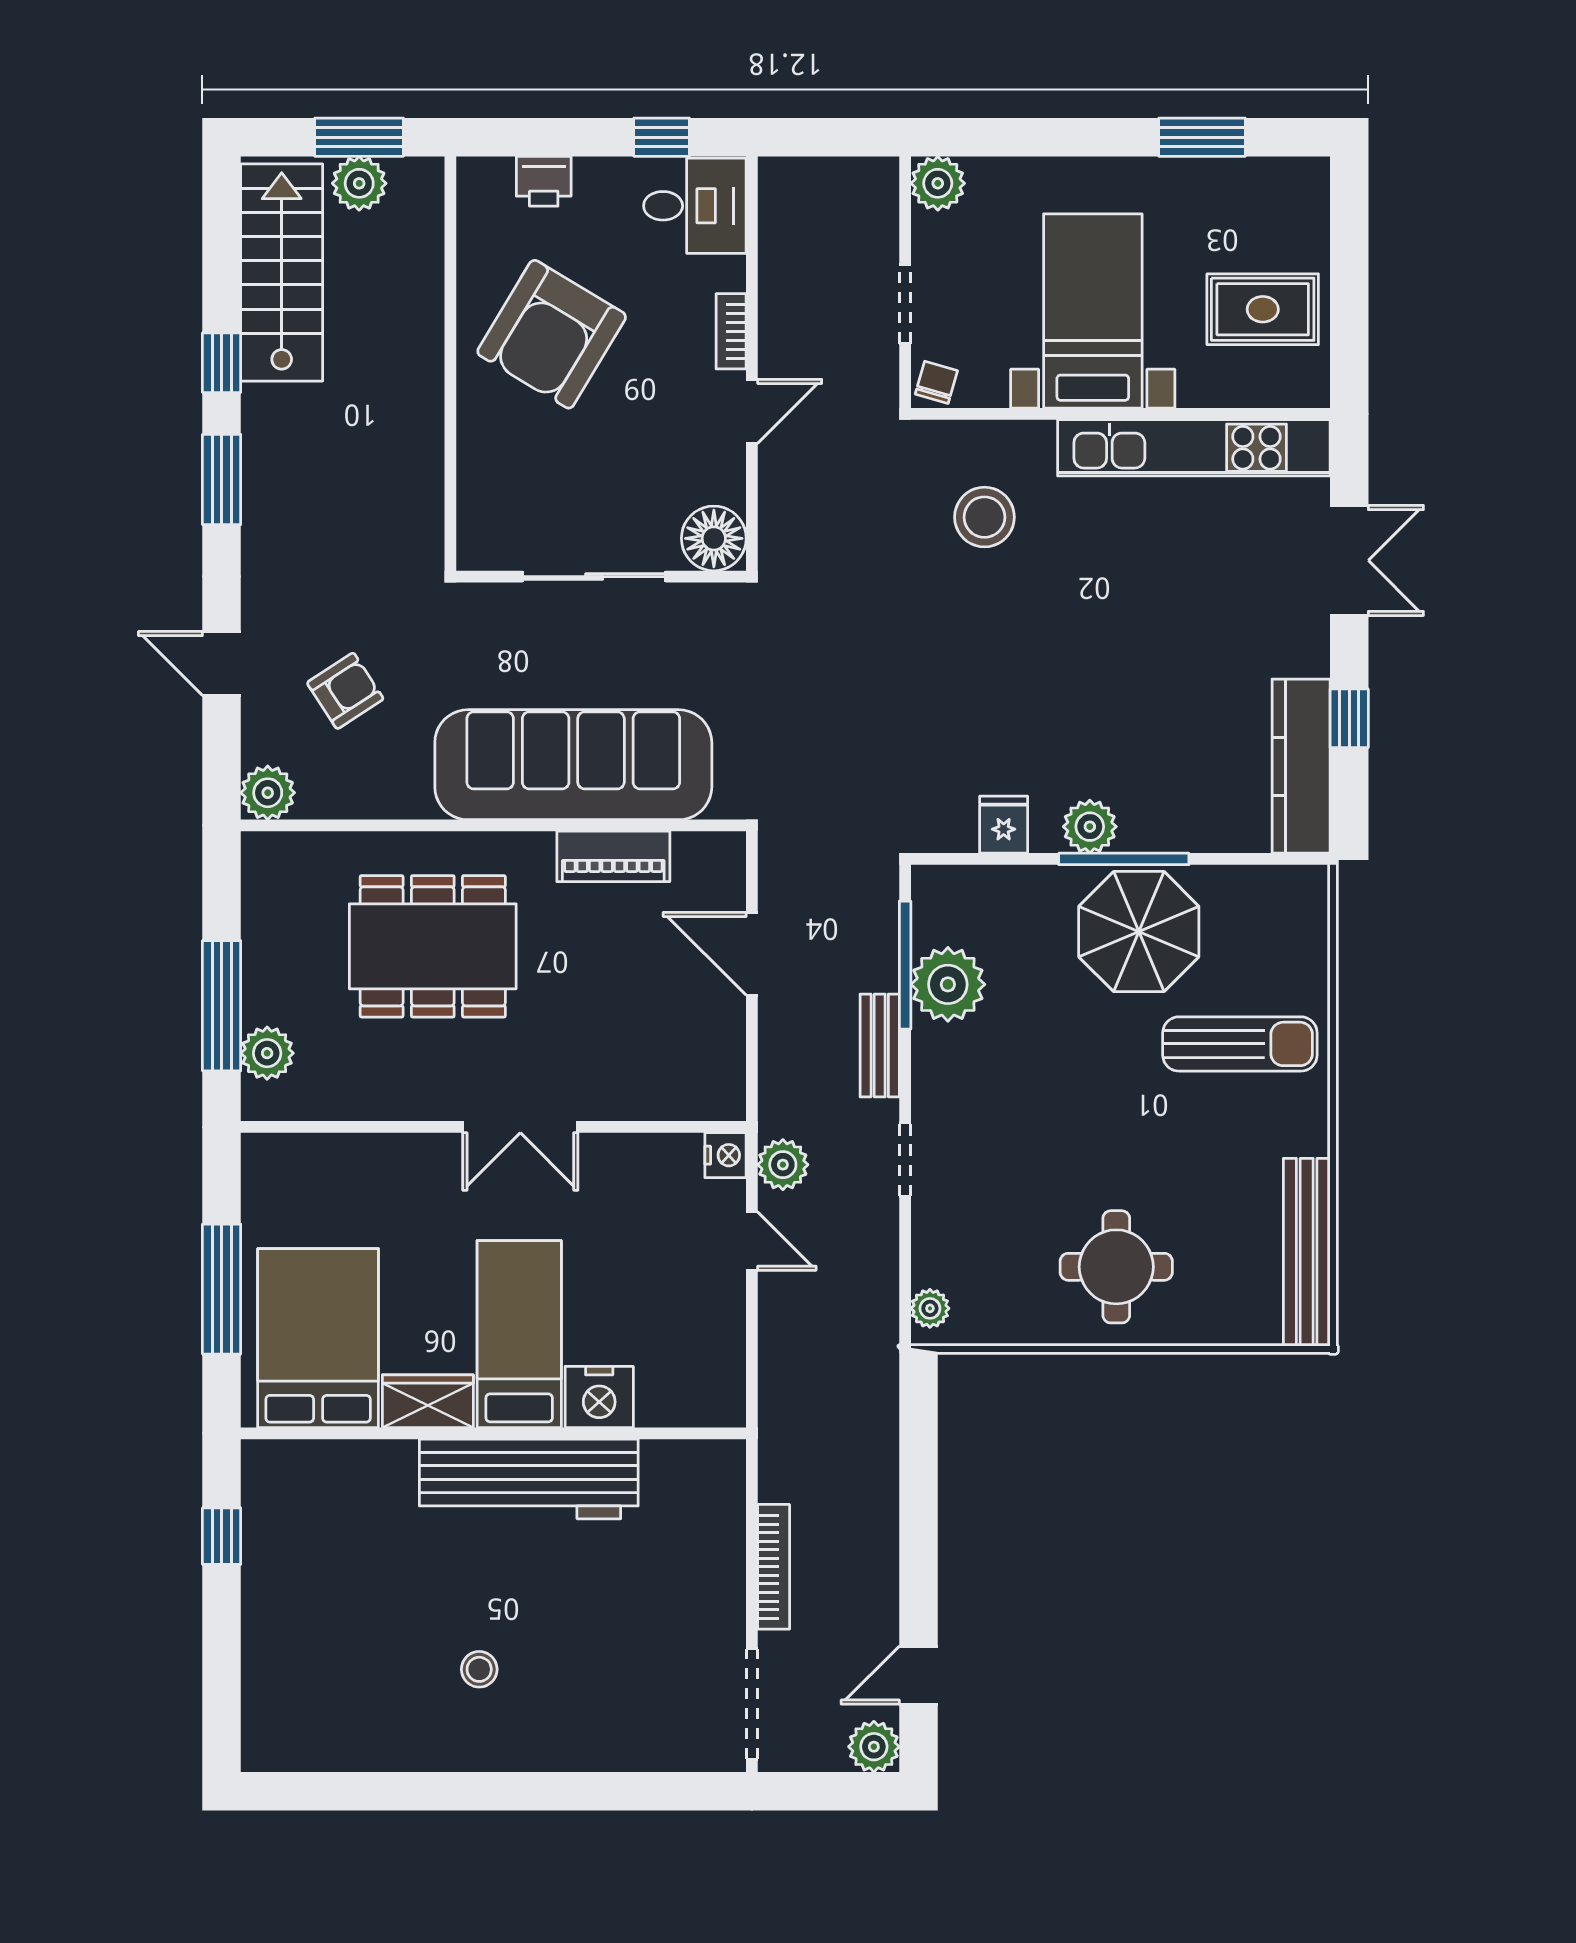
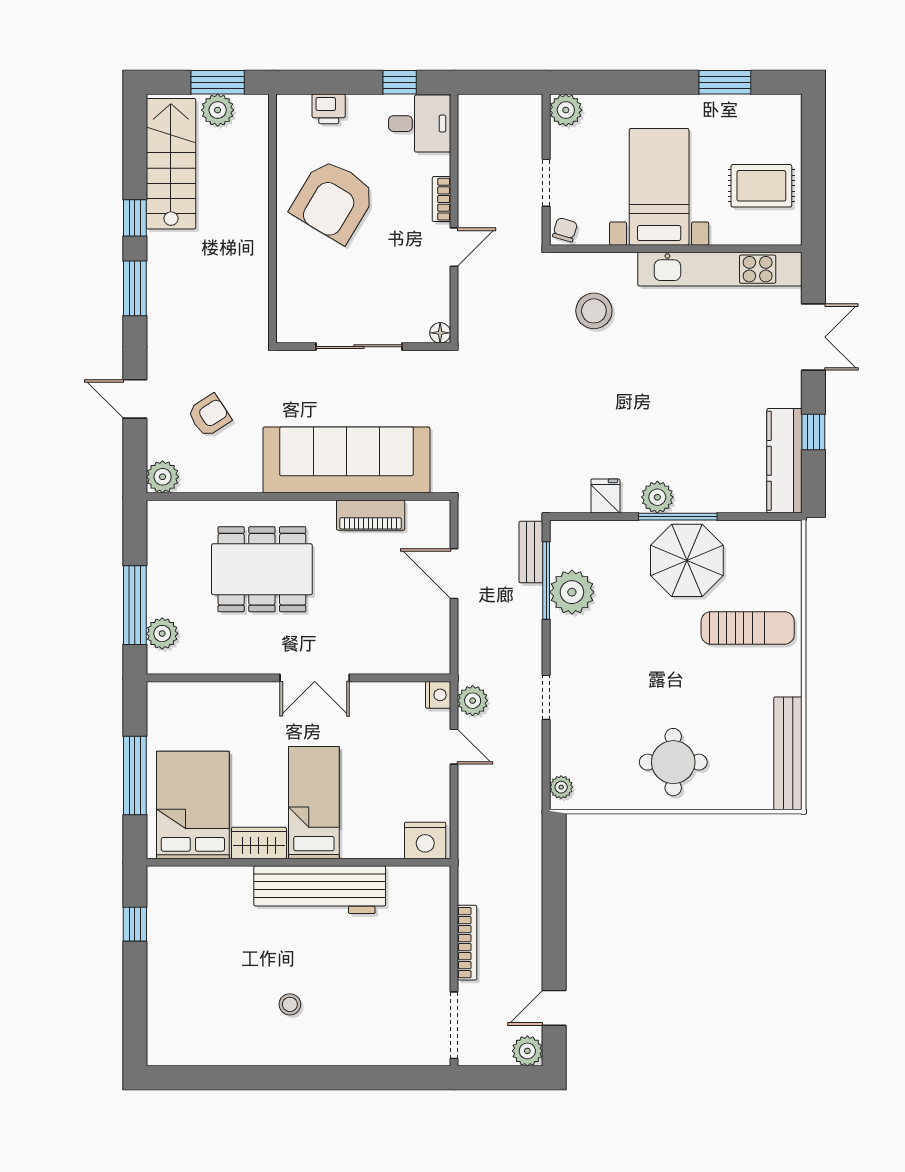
floor lamp: (714, 538) -> (440, 333), width x0.53, depth x0.53
bench: (880, 1046) -> (531, 552), moved
nightstand: (599, 1397) -> (425, 840), moved

